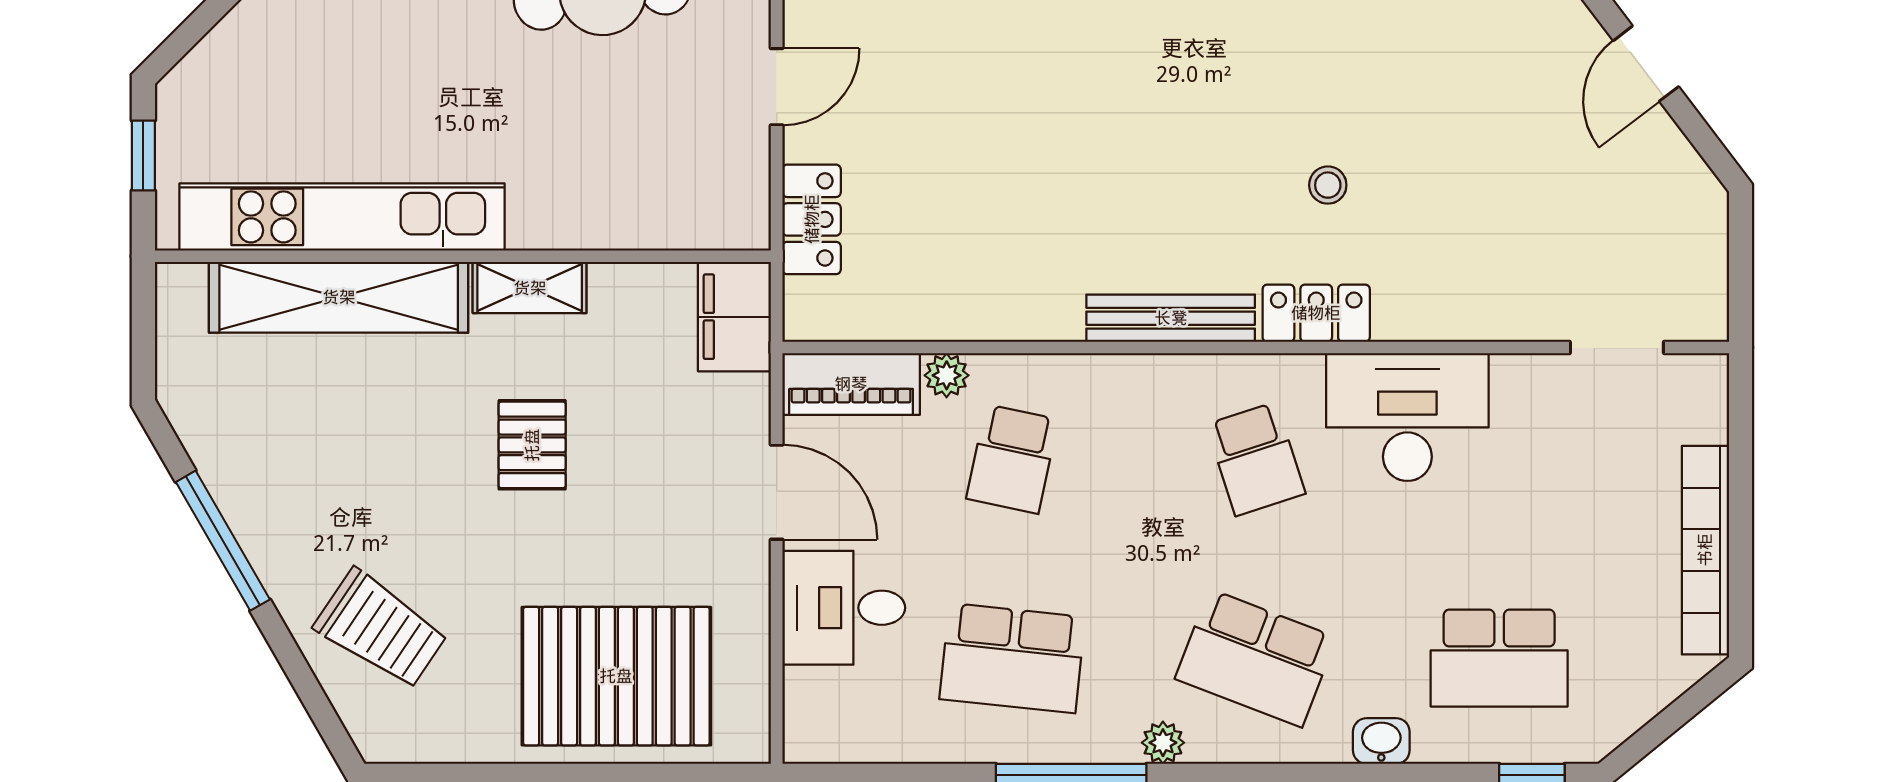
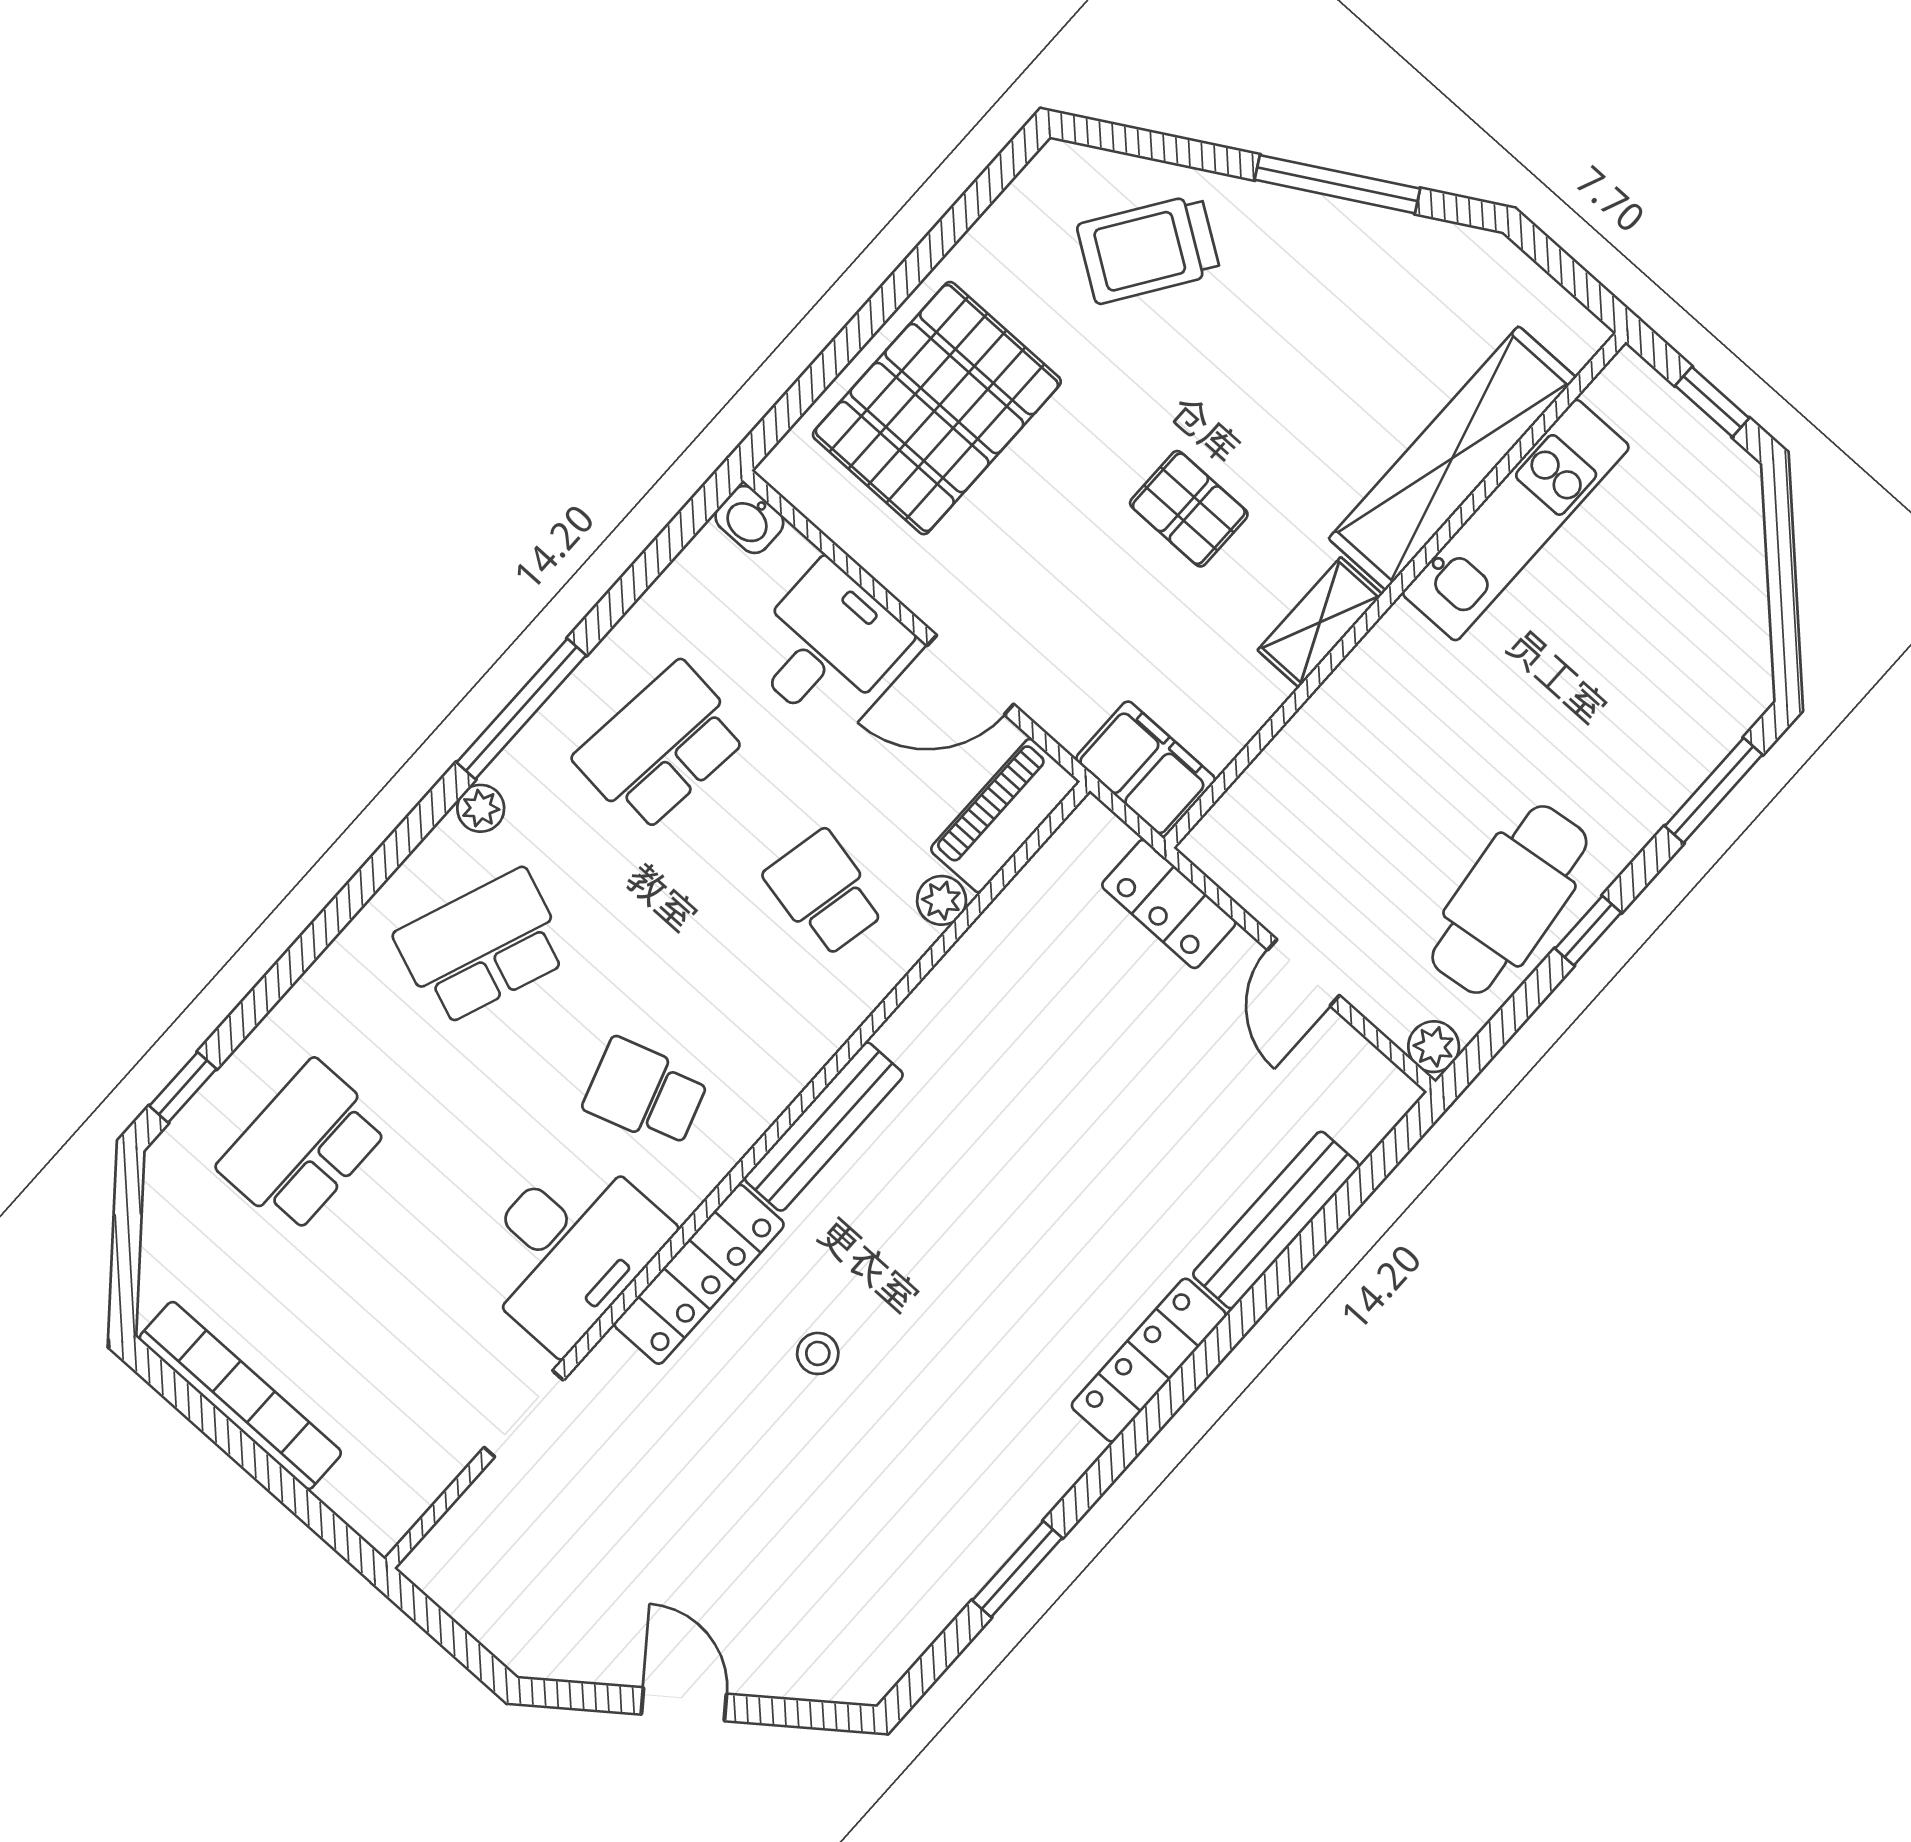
kitchen unit: (342, 217) -> (1516, 520), width x0.73
locker: (1316, 313) -> (699, 1274), width x1.53
doorway: (1617, 348) -> (524, 1414), moved
washbasin: (1381, 741) -> (749, 520), moved, turned 90

